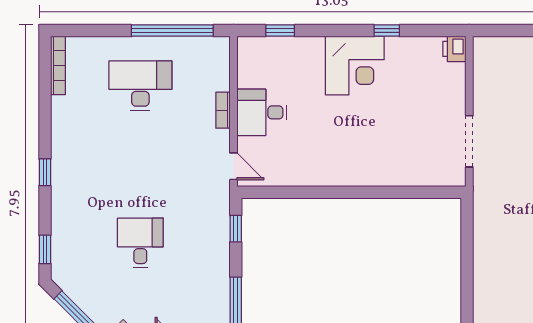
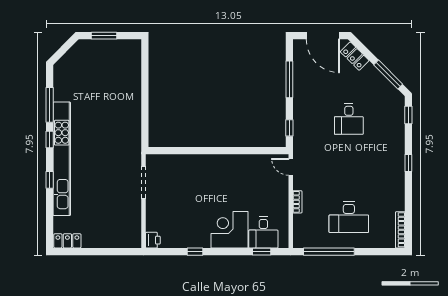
corner desk: (355, 66) -> (229, 230), moved
desk: (262, 112) -> (263, 232), moved, turned 90

